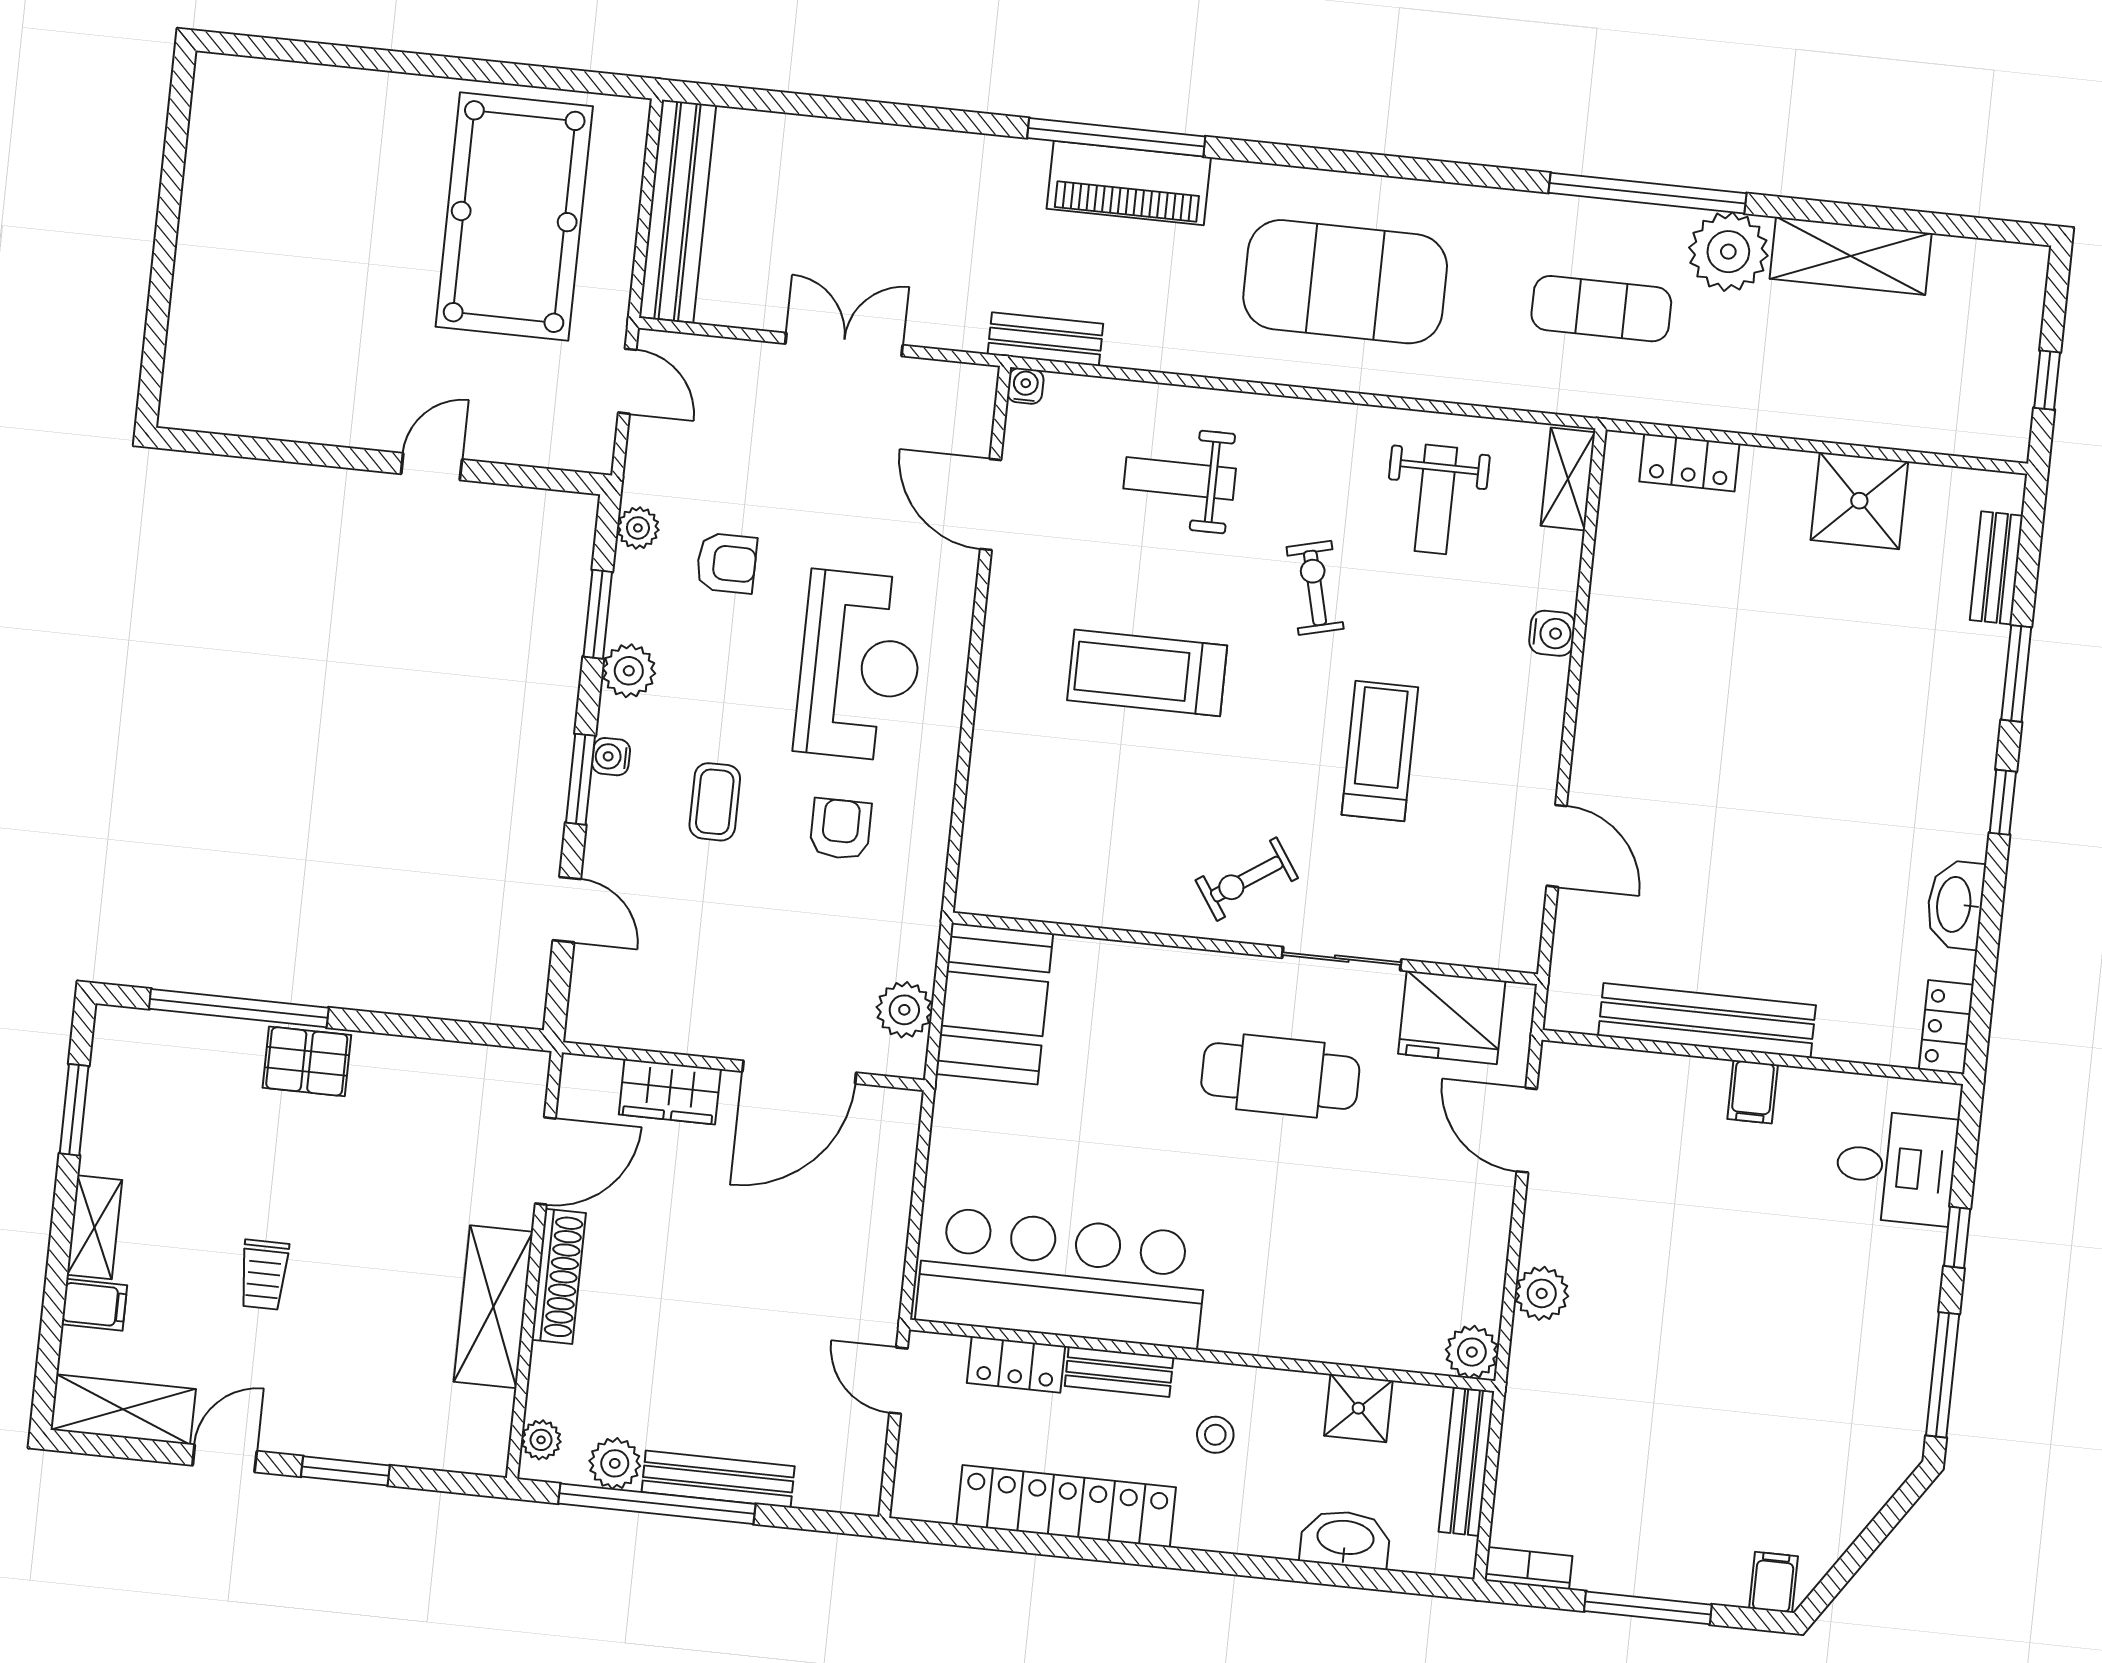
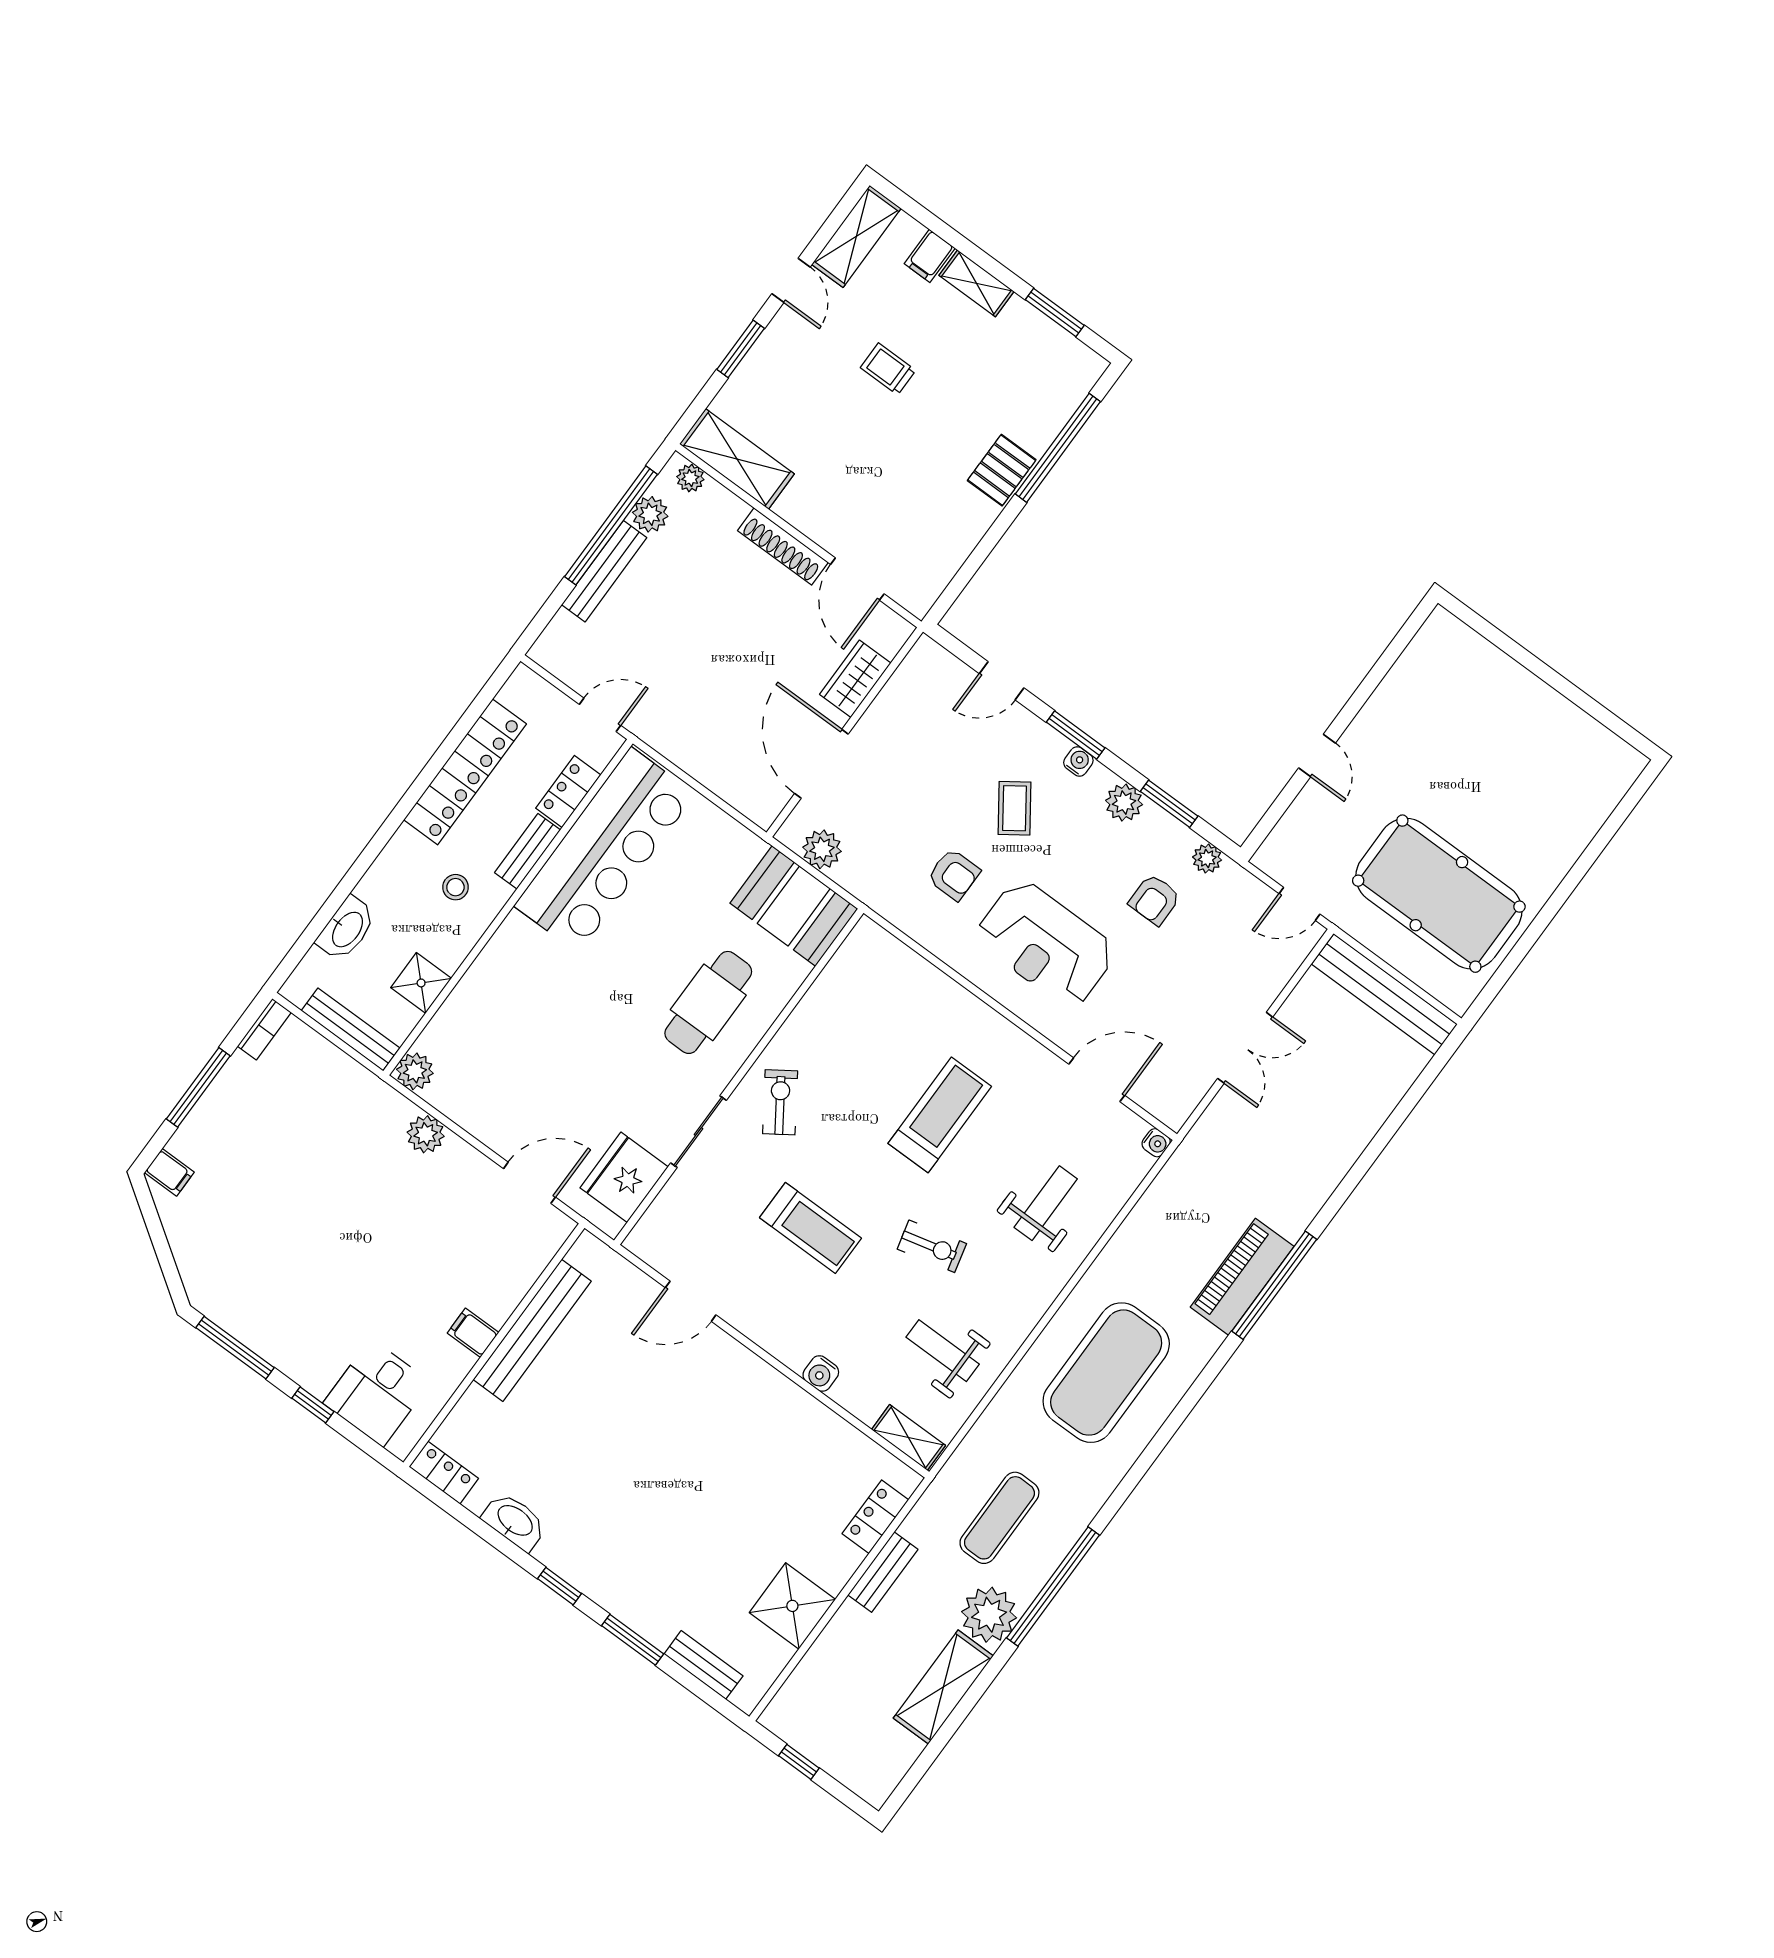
bench: (1045, 339) -> (883, 1572), moved
coffee table: (715, 802) -> (1015, 808), turned 55
cafe table: (1280, 1076) -> (708, 1002), moved
shelving: (493, 1307) -> (737, 459), moved

